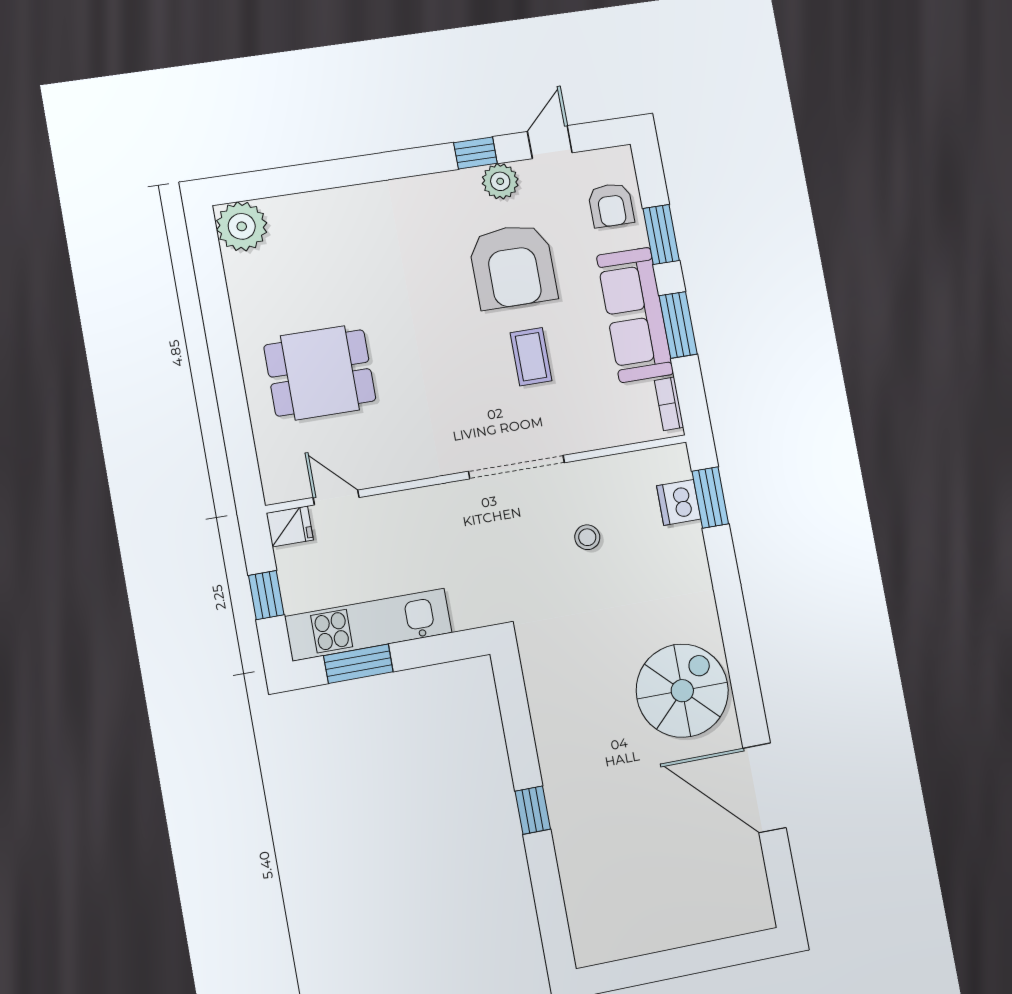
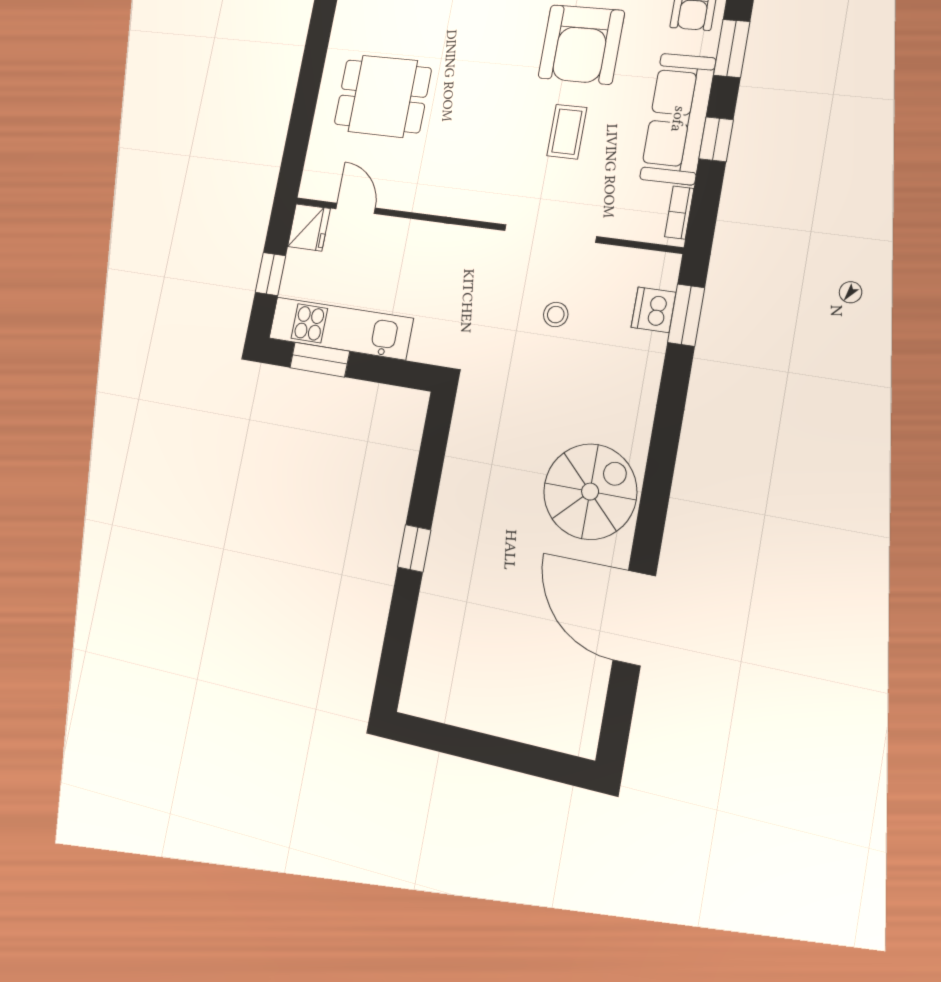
window: (678, 325) -> (716, 139), width x0.67
doorway: (517, 467) -> (550, 234), moved
fridge: (290, 526) -> (309, 227), width x1.38

